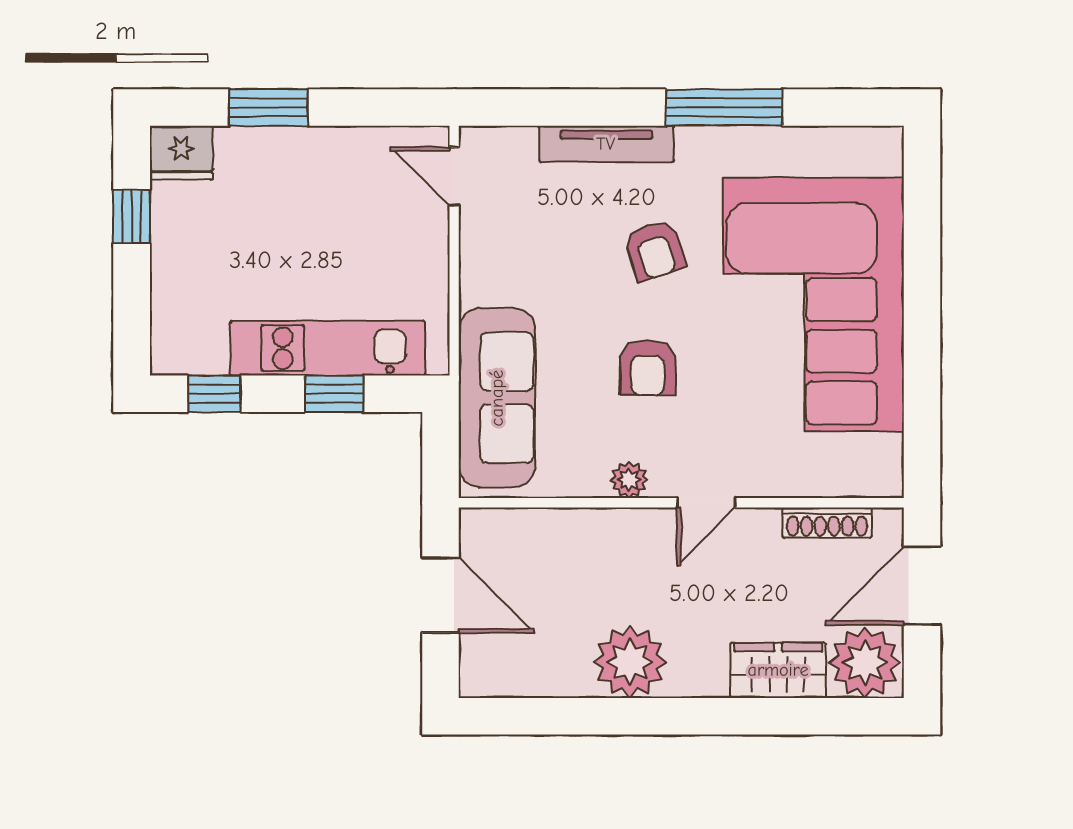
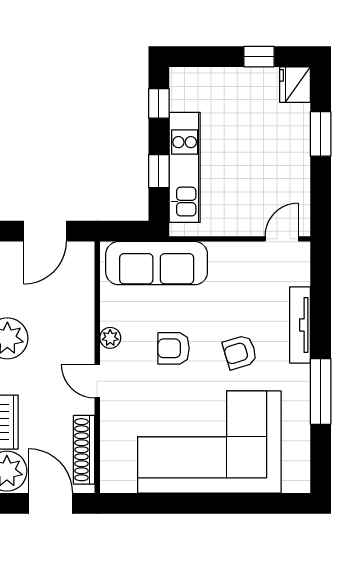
shoe rack: (827, 522) -> (84, 450), width x1.36, depth x1.24

